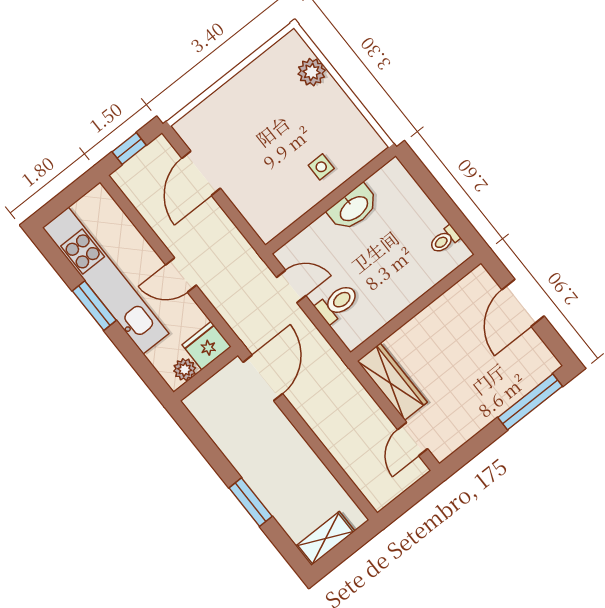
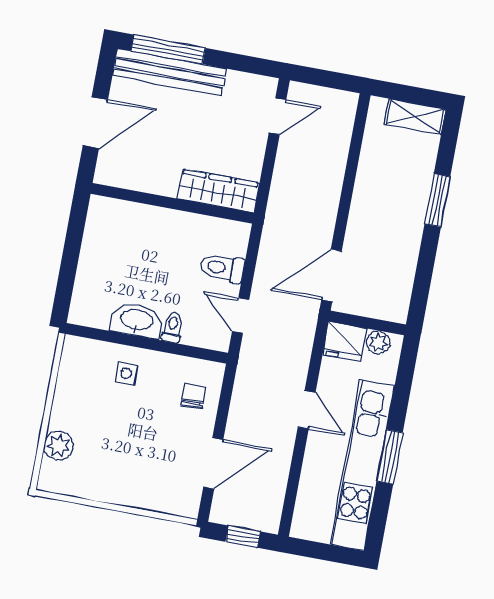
chair: (263, 202) -> (193, 396), added
toilet: (444, 240) -> (172, 327), moved, turned -90
wardrobe: (392, 382) -> (218, 191), moved, turned 90
bench: (513, 389) -> (169, 72), added

